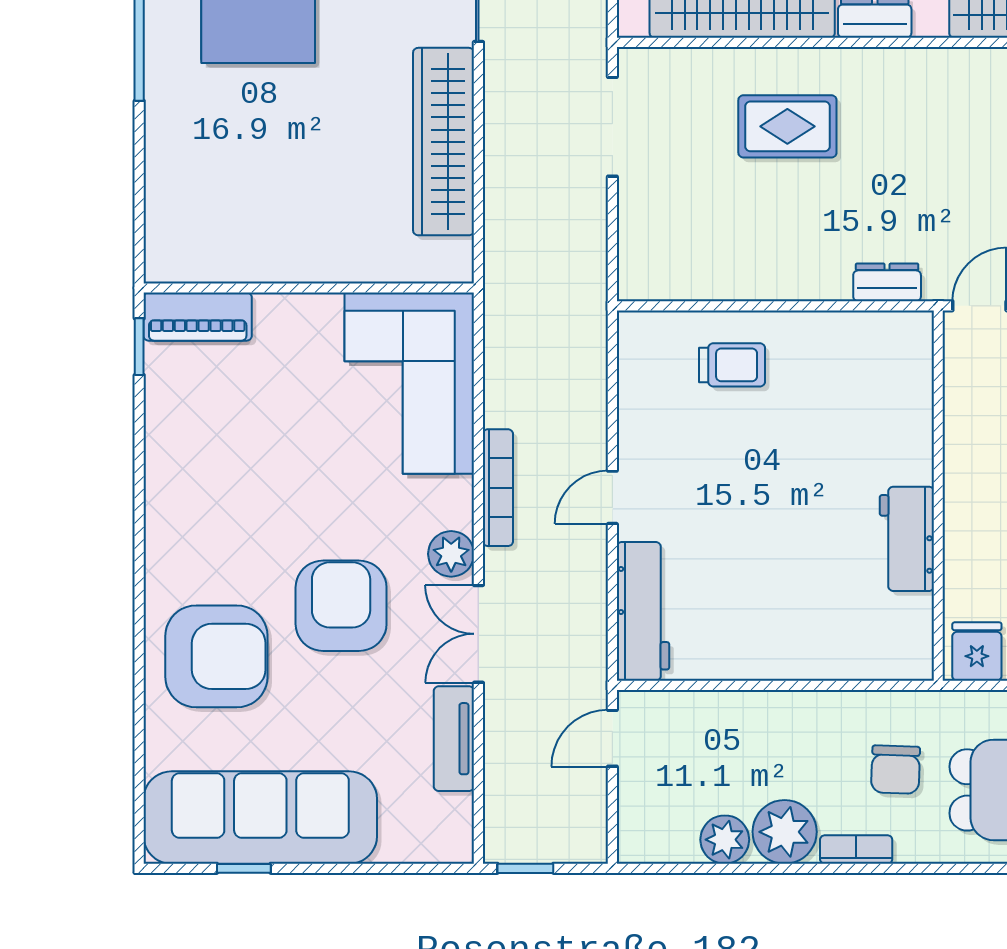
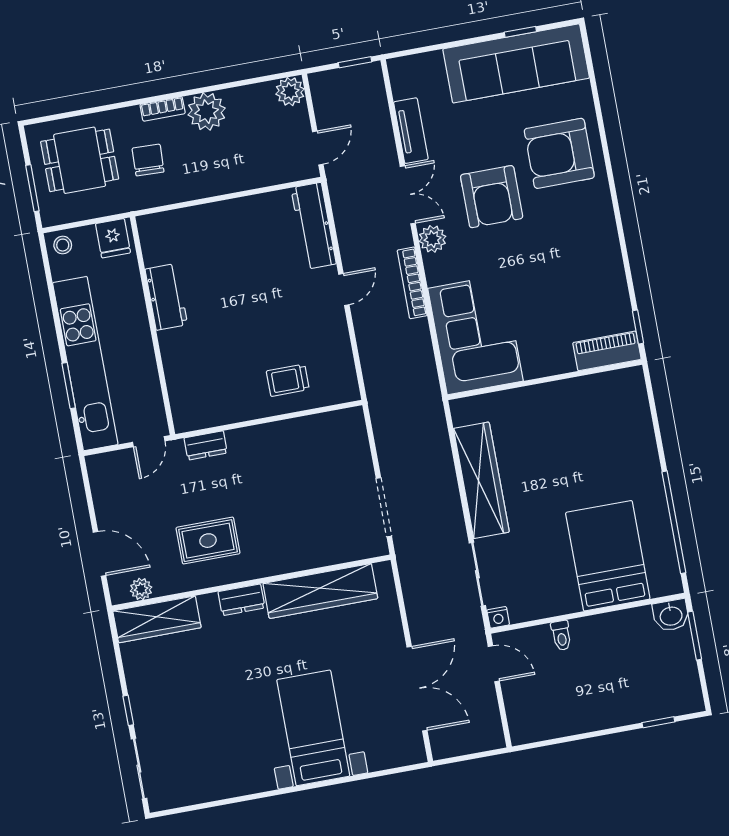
rug: (787, 126) -> (208, 541), moved
plant: (725, 840) -> (290, 92), moved

